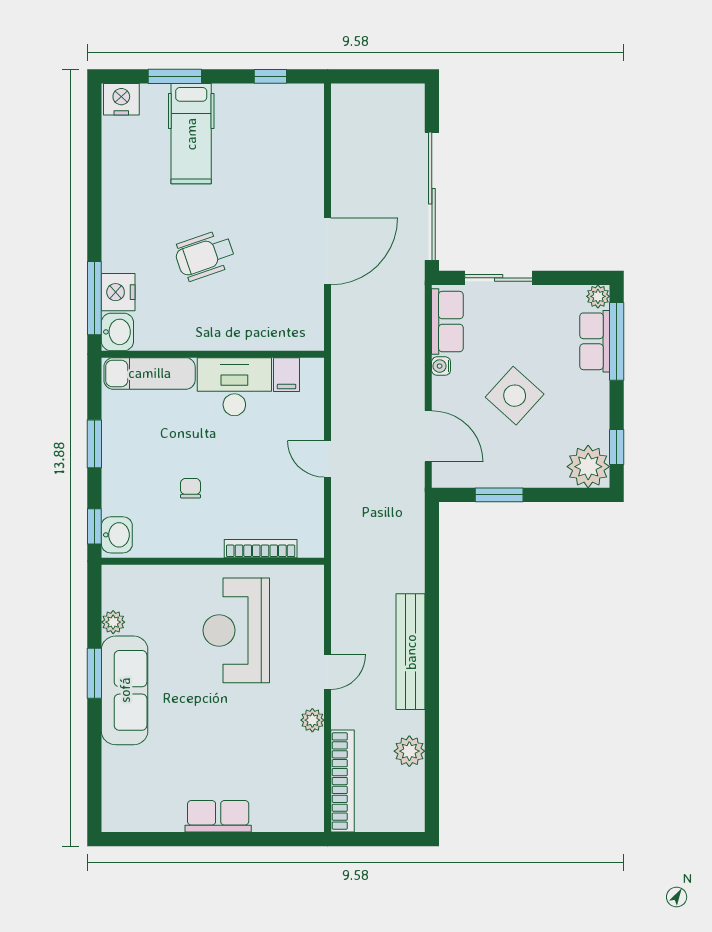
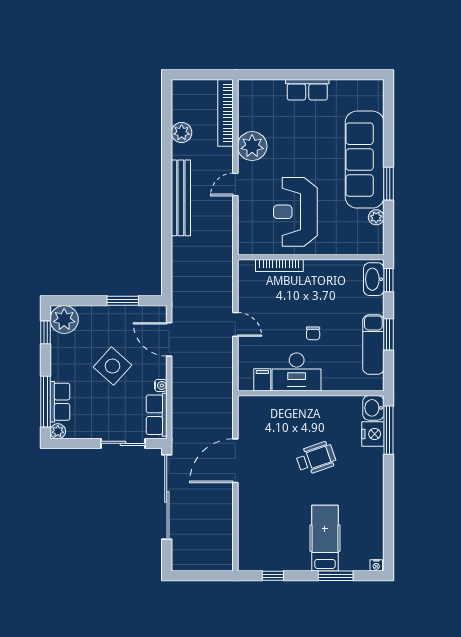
nightstand: (121, 99) -> (376, 565), width x0.53, depth x0.56
exam couch: (150, 373) -> (373, 344), moved, turned -90
chair: (191, 488) -> (313, 333), moved
washbasin: (117, 535) -> (374, 279), width x1.38
reception desk: (236, 630) -> (295, 212), turned 180
sofa: (125, 690) -> (365, 160), width x1.36, depth x1.27
plant: (312, 720) -> (252, 146), width x1.87, depth x1.87

